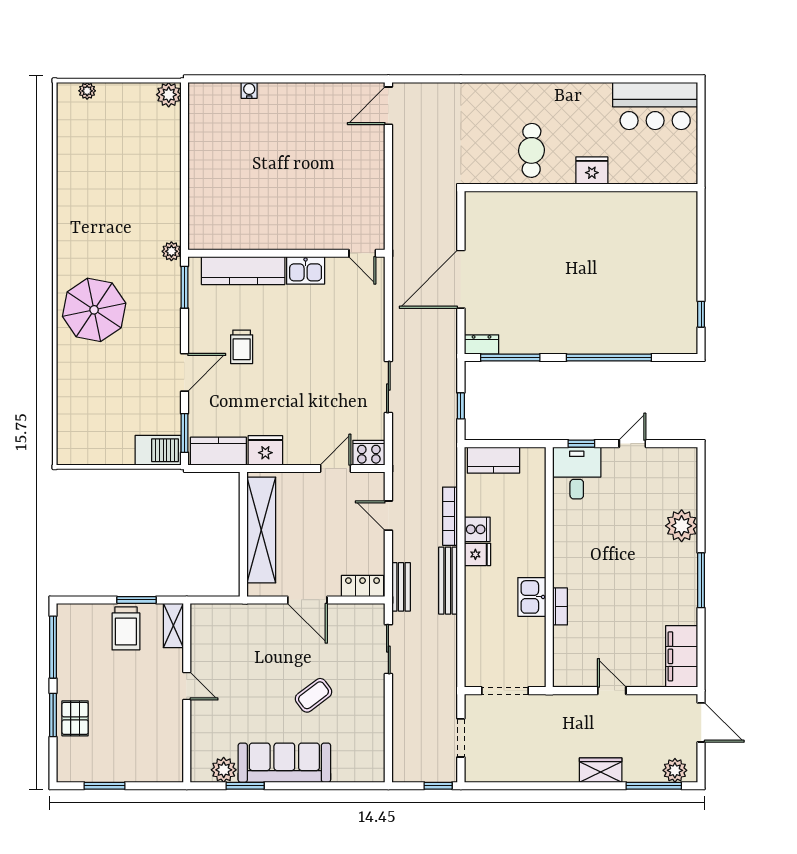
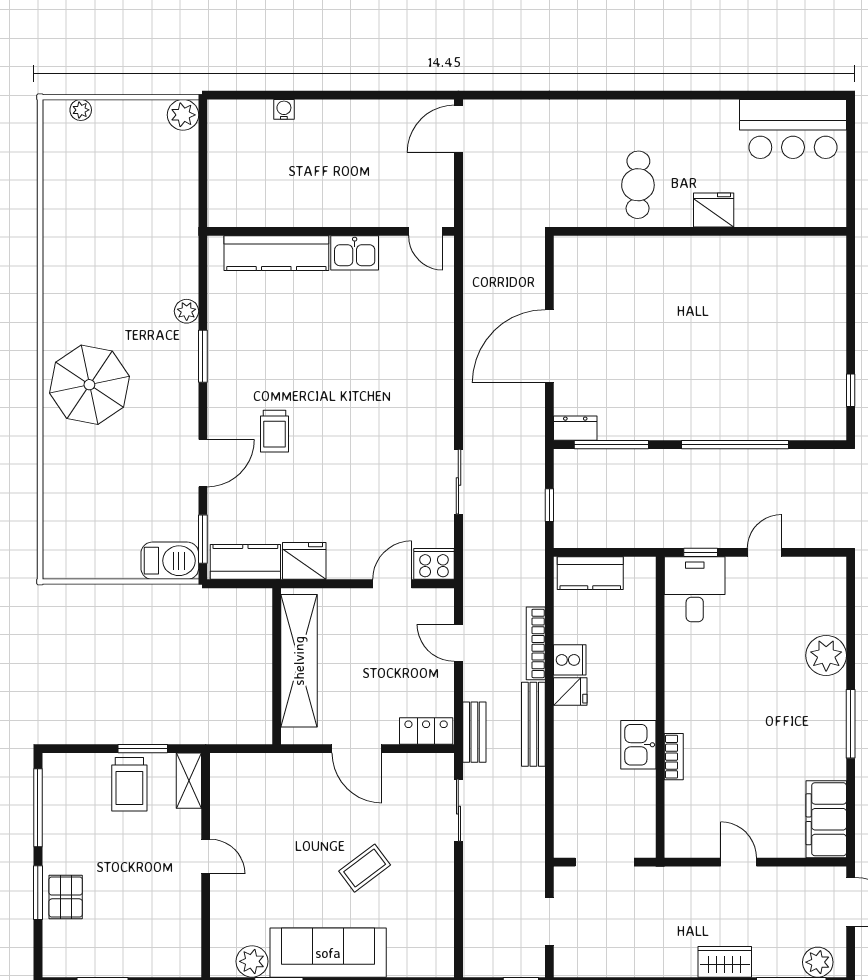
wall: (286, 253) -> (331, 231), moved
door: (362, 253) -> (426, 231), moved
kitchen sink: (306, 270) -> (355, 253), moved
kitchen counter: (243, 271) -> (276, 253), moved

